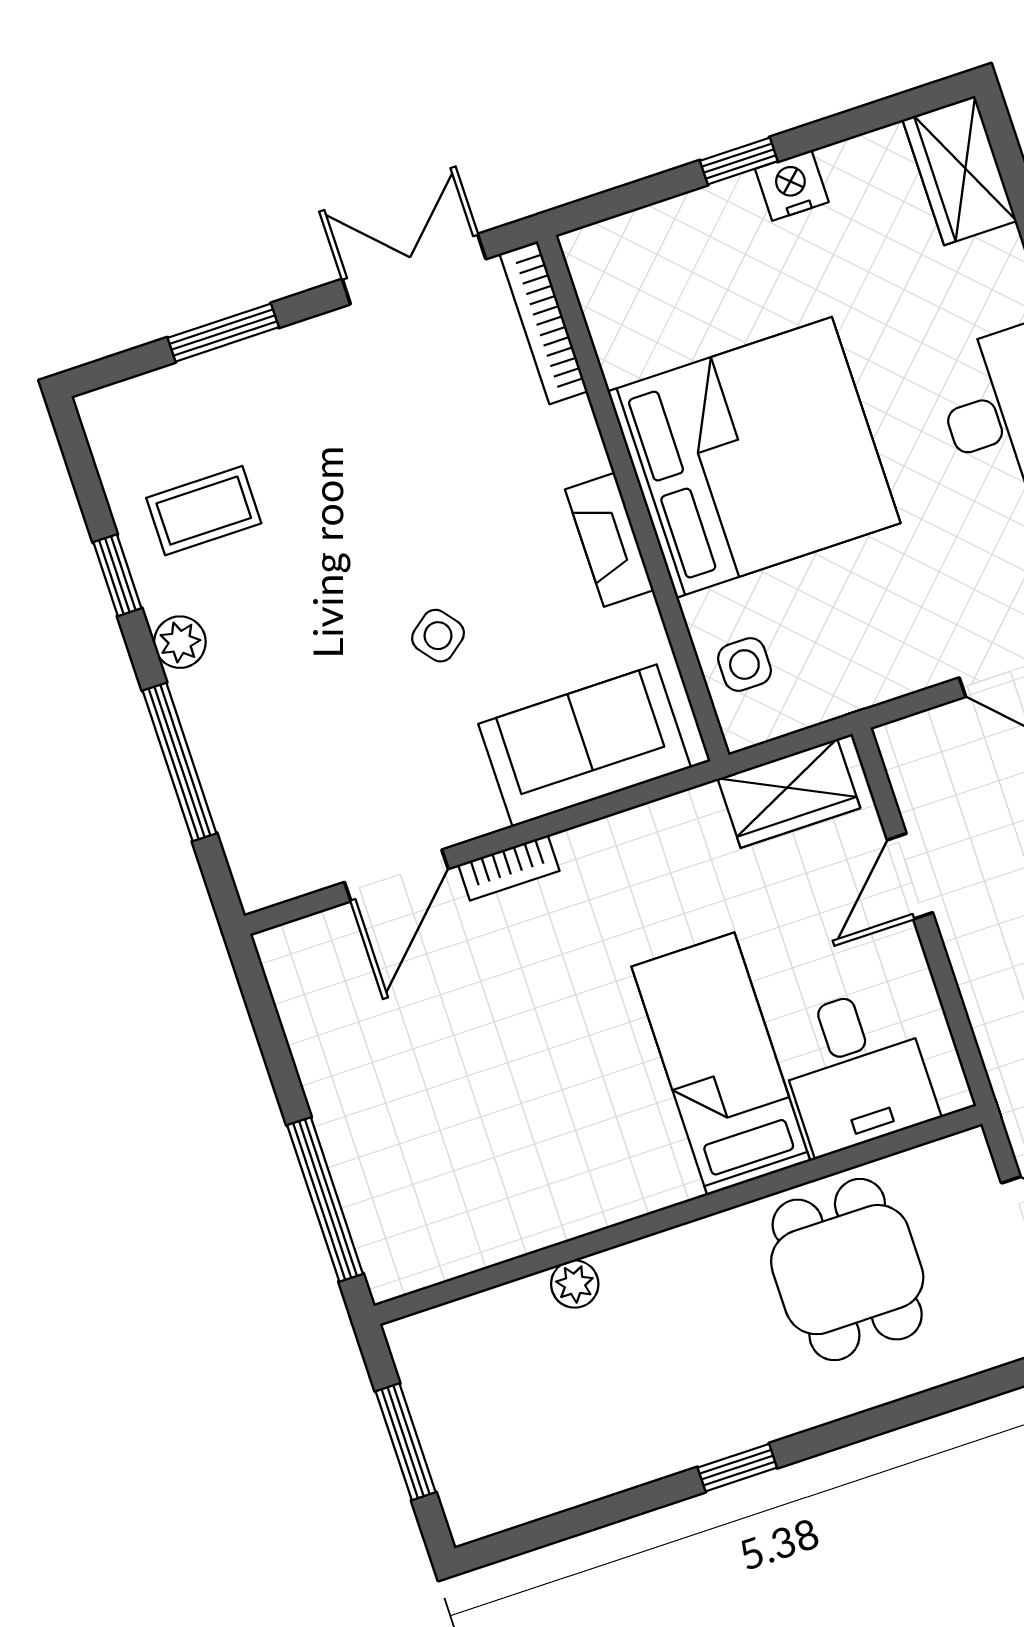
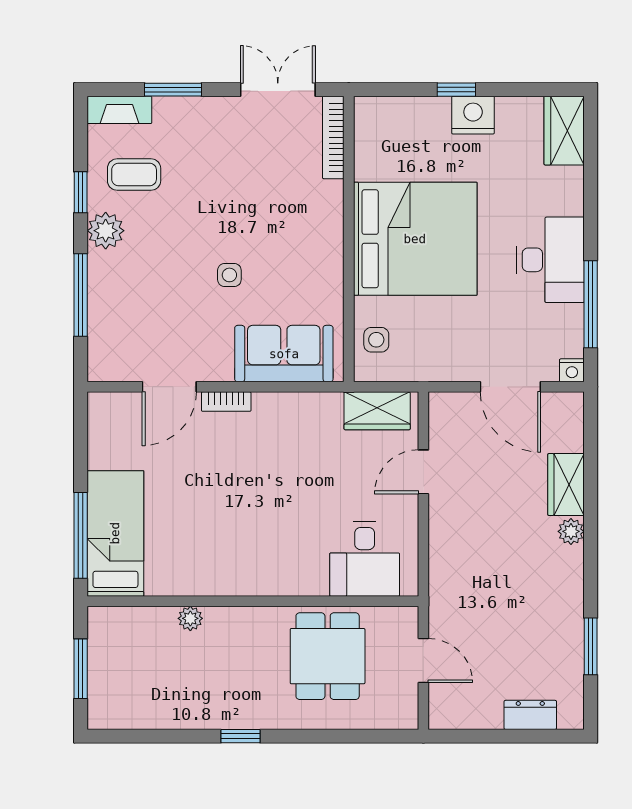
nightstand: (792, 185) -> (473, 115), width x1.36, depth x1.33
fireplace: (609, 540) -> (119, 110), moved, turned -90
side table: (438, 636) -> (229, 275), turned 38
plant: (180, 642) -> (106, 231), width x1.38, depth x1.38
bed: (721, 1064) -> (115, 533), moved

